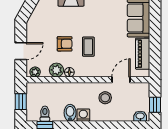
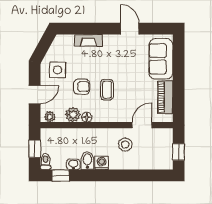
side table: (42, 28) -> (57, 70), added
toilet: (45, 114) -> (45, 161), moved
washbasin: (140, 116) -> (73, 164), moved

